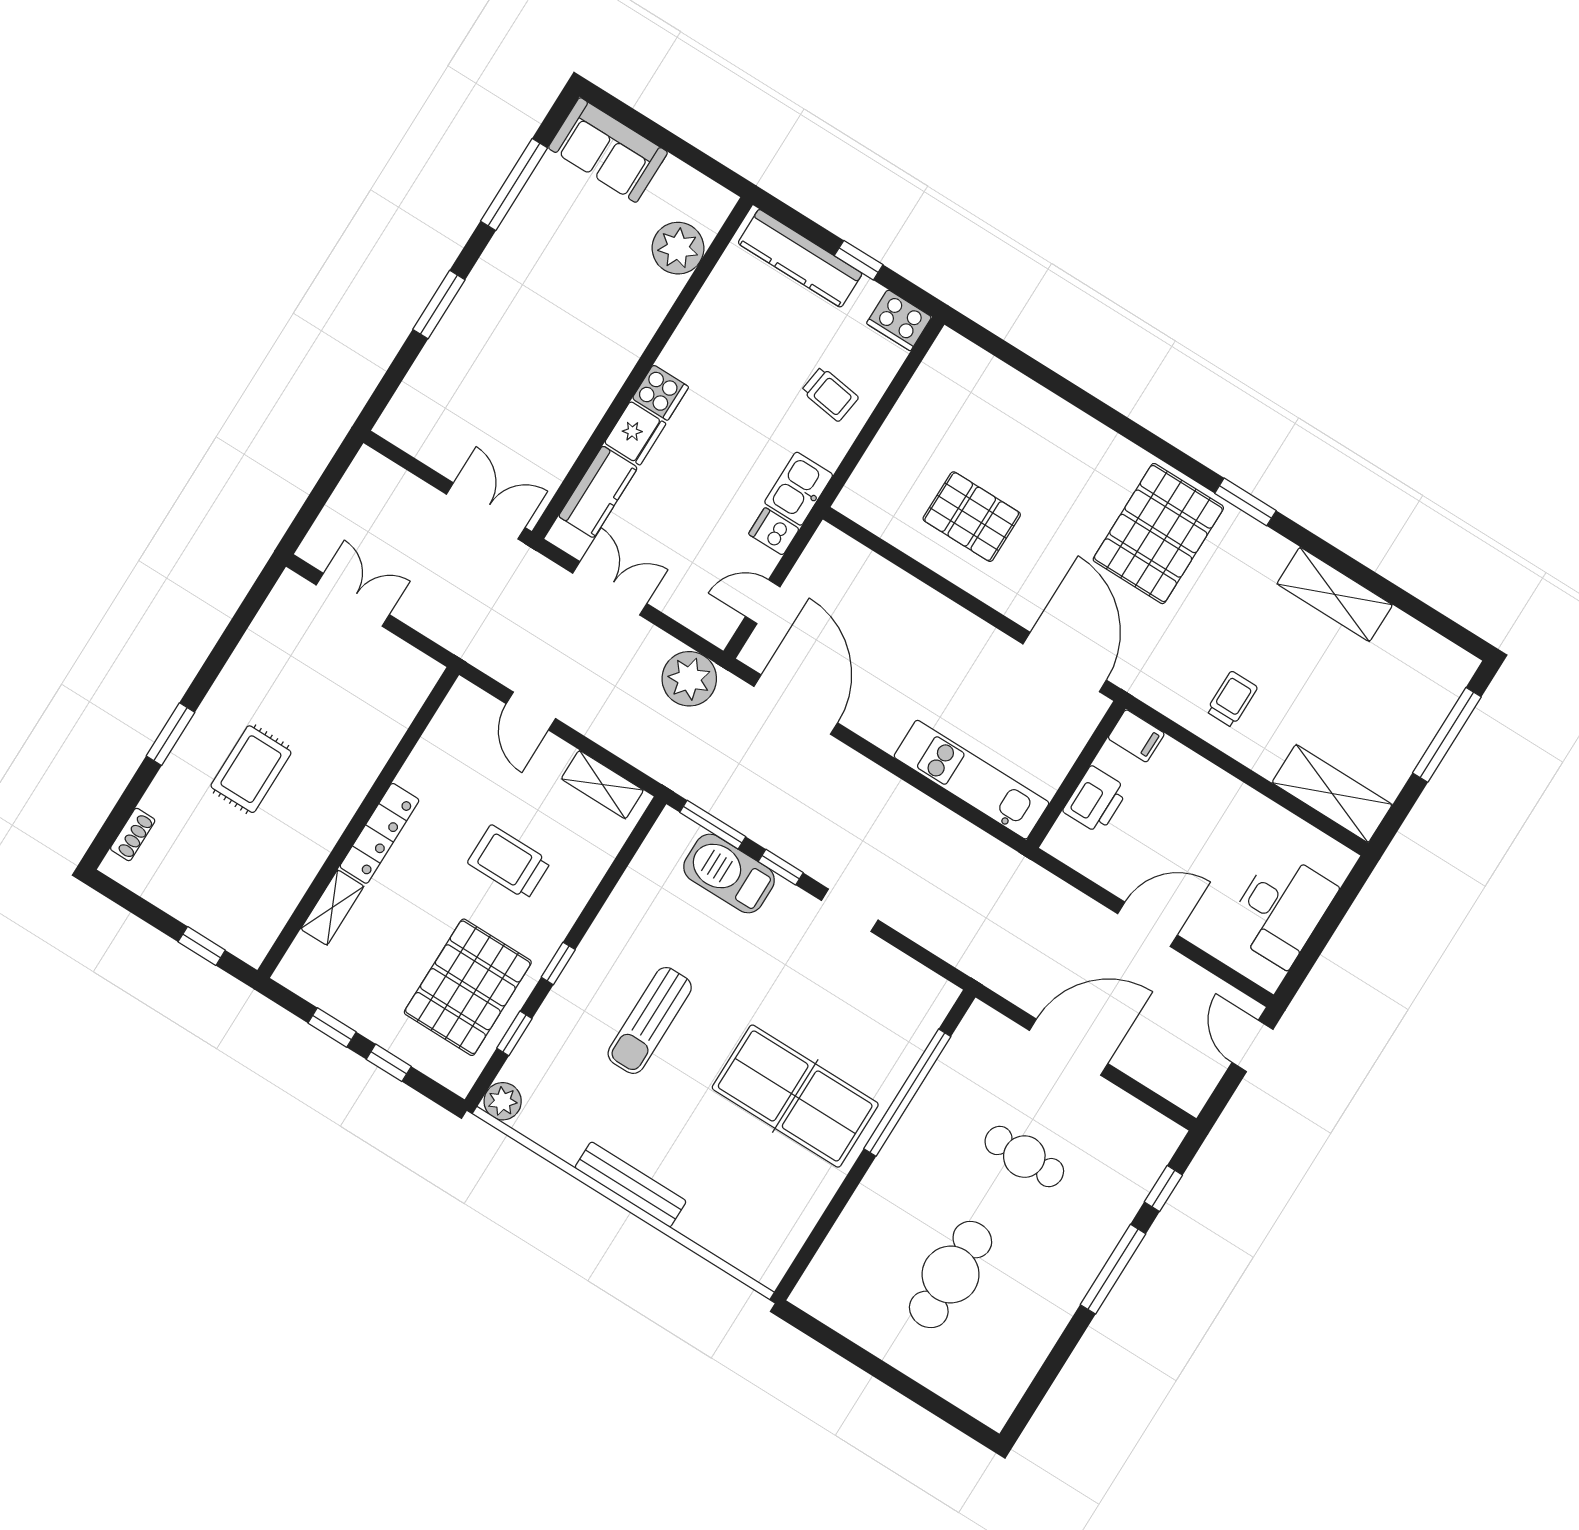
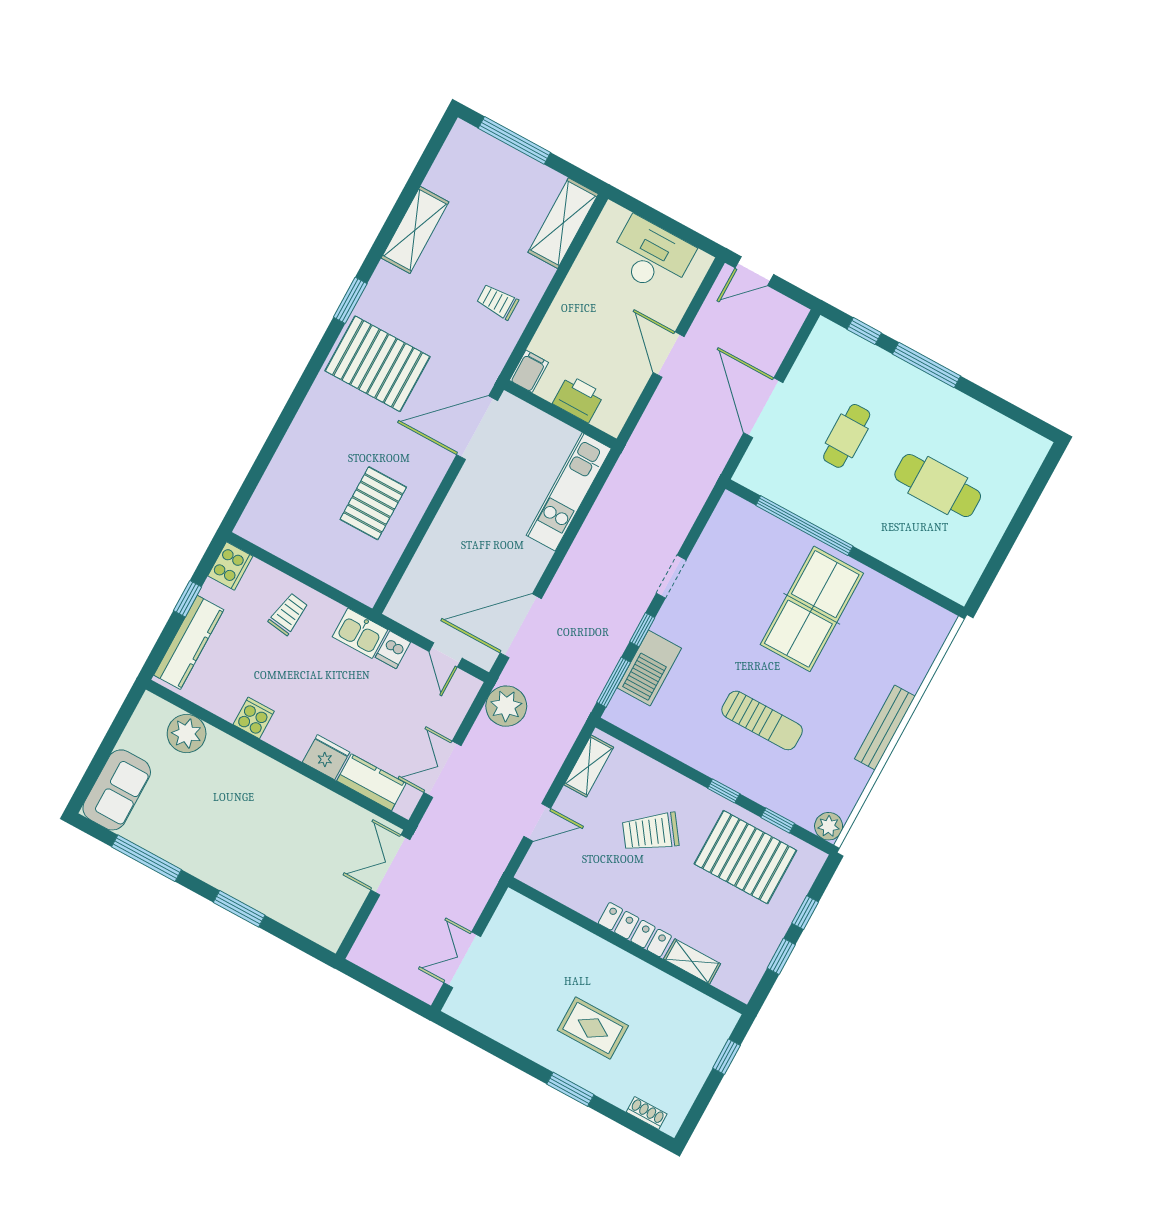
cooker: (660, 393) -> (254, 718), moved
trolley: (509, 862) -> (651, 832), turned 54

